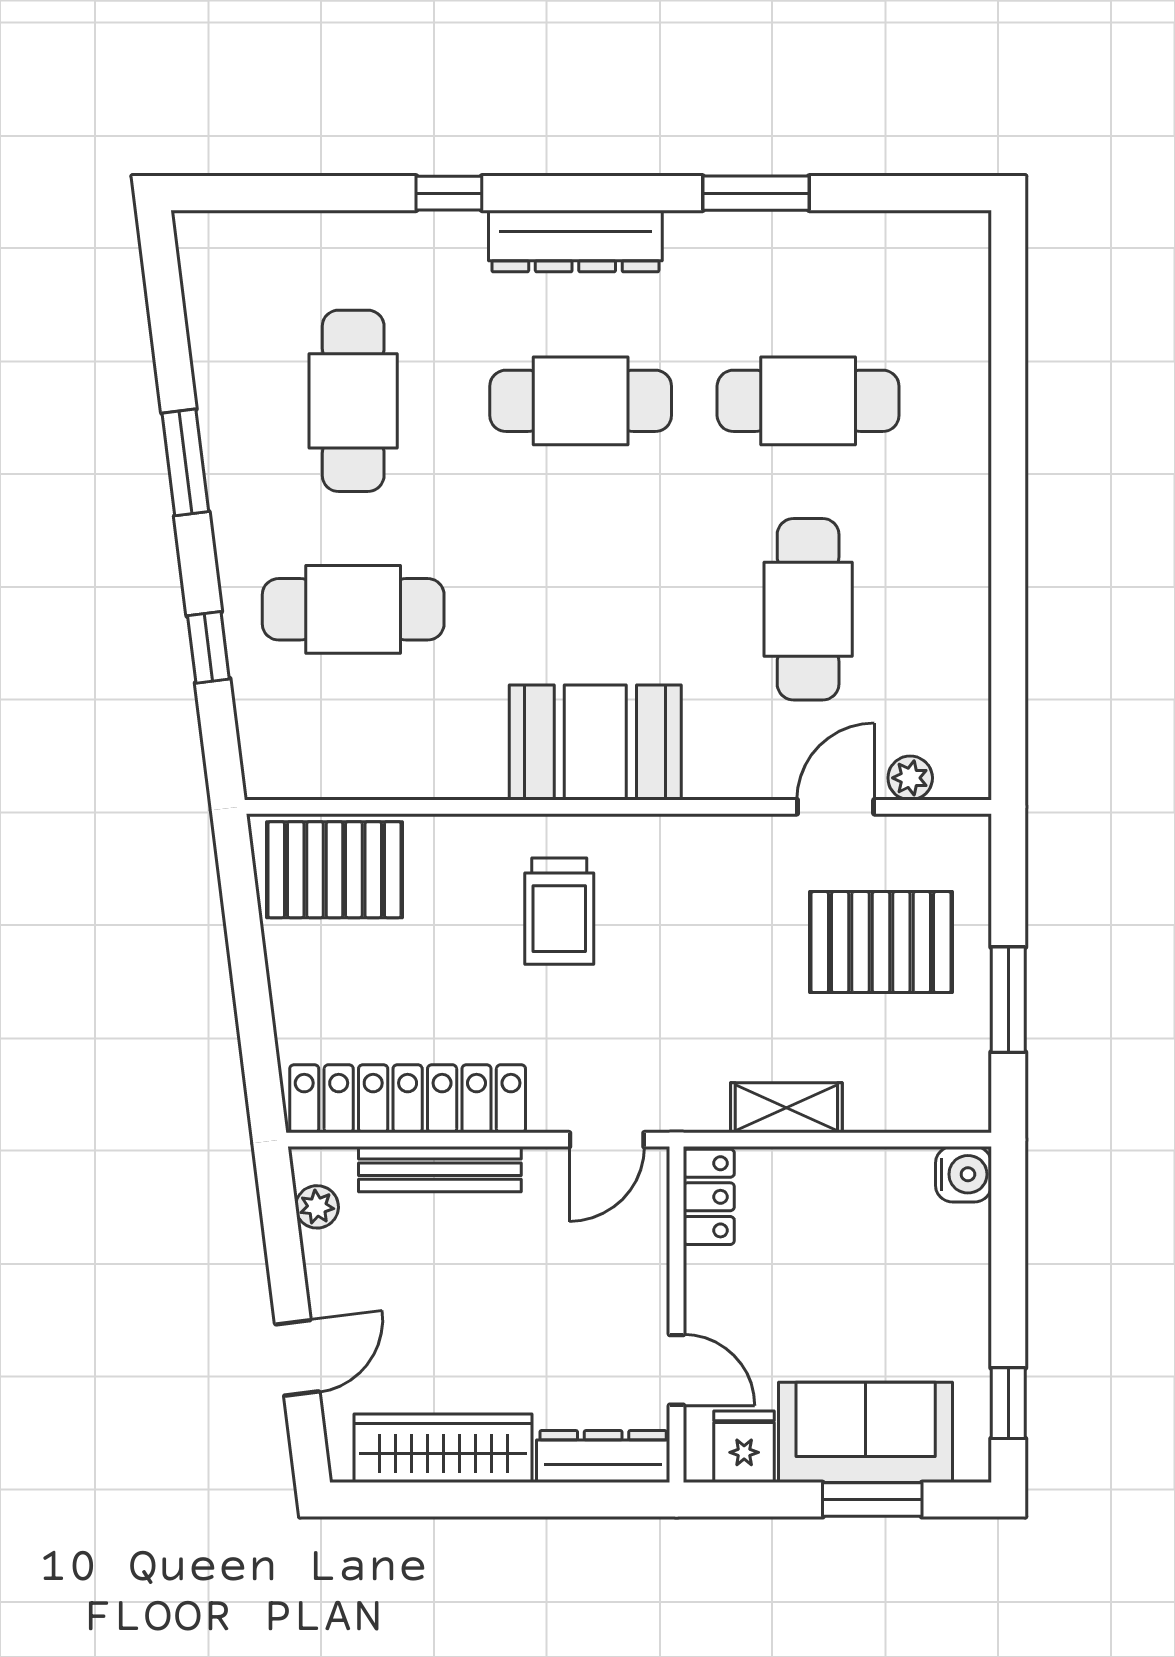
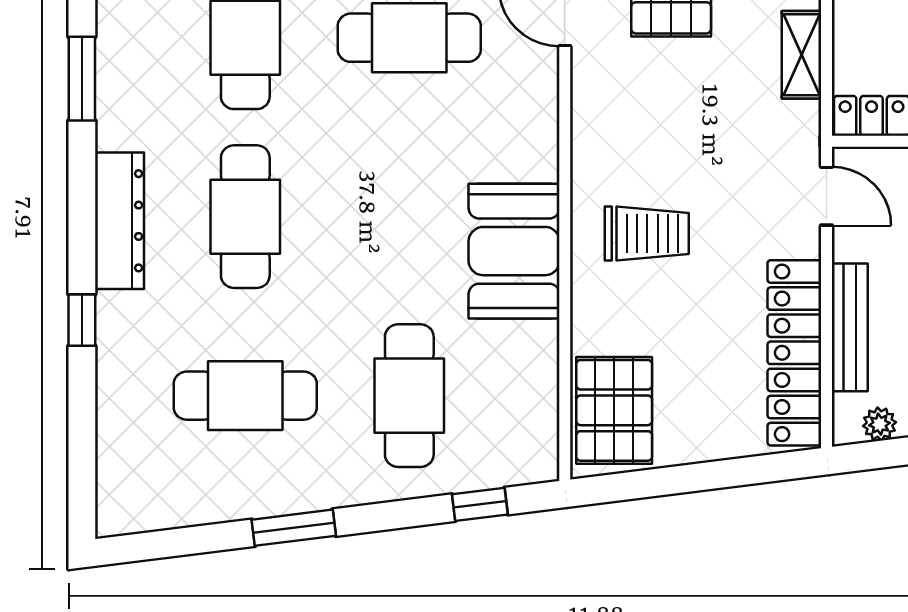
window: (208, 647) -> (480, 504), moved
booth: (595, 742) -> (514, 251), moved

